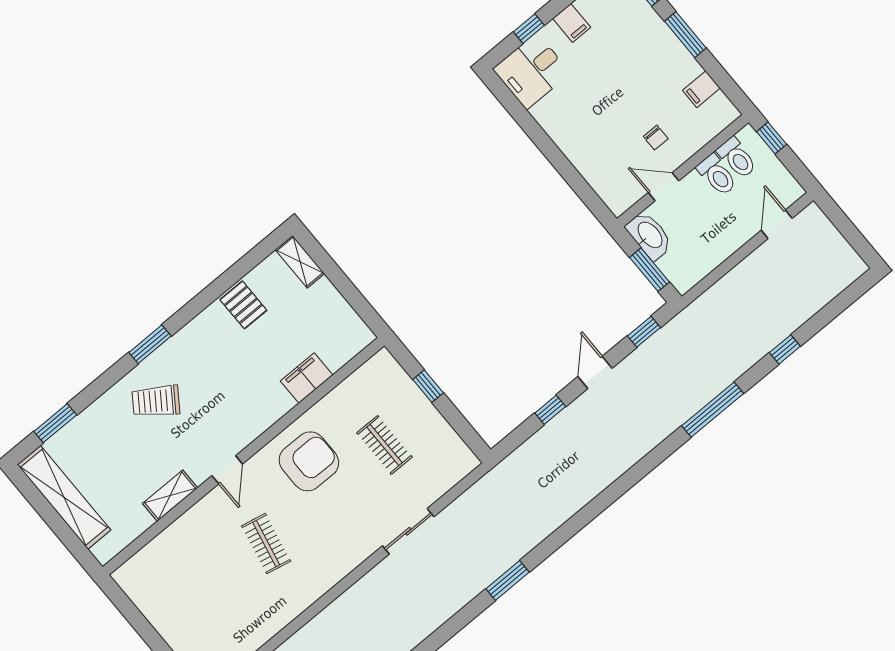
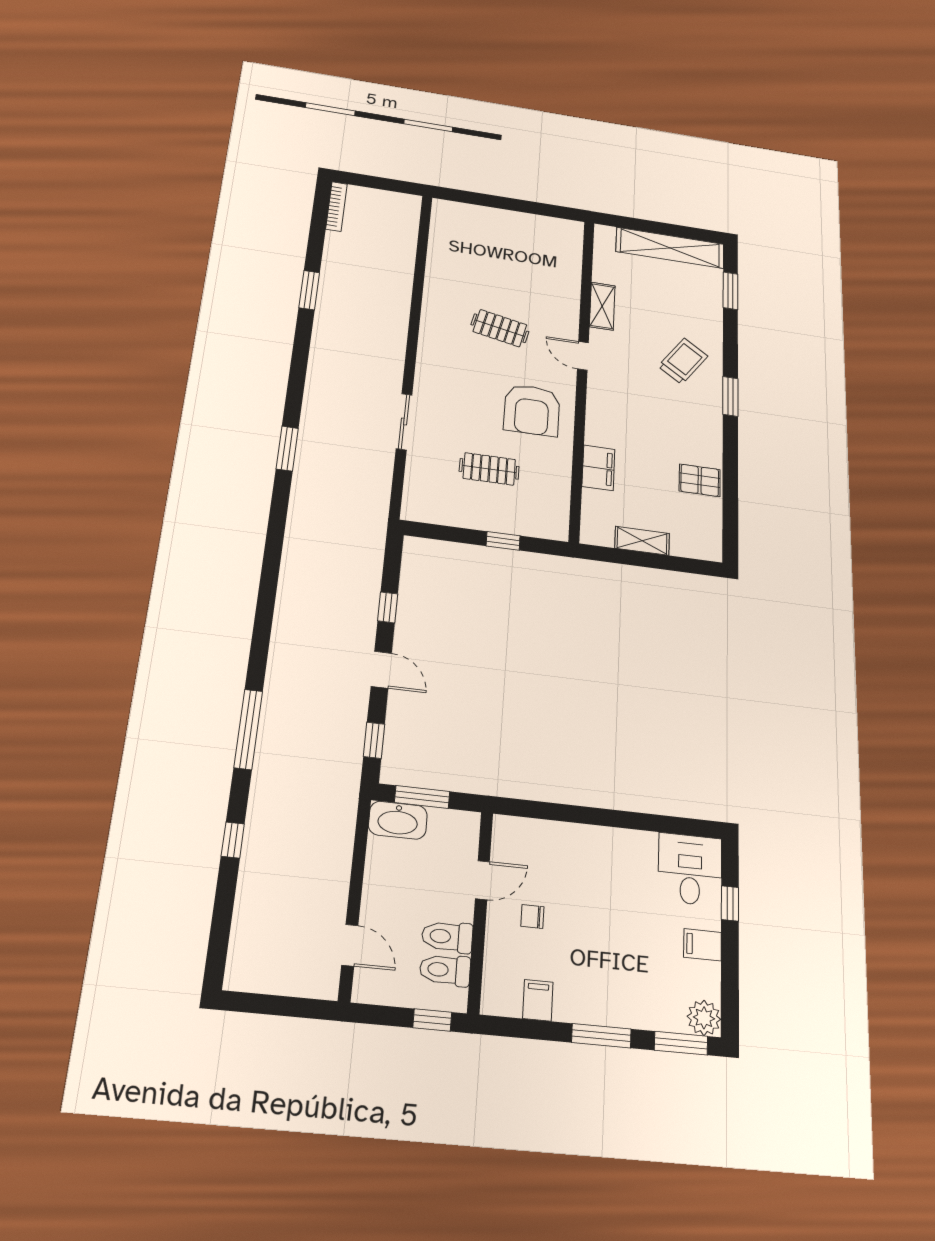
washbasin: (649, 235) -> (398, 820), moved
shelving: (300, 262) -> (642, 541), moved

